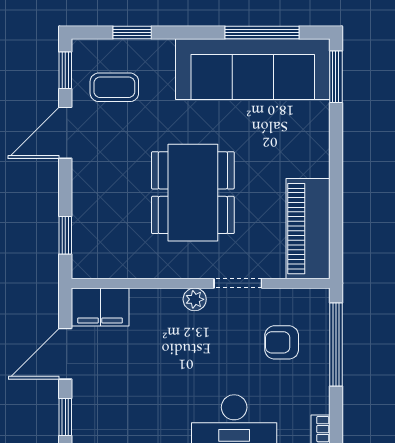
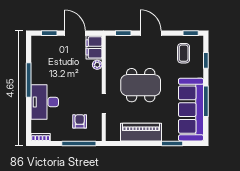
window: (262, 32) -> (206, 101), moved
window: (336, 77) -> (172, 143), moved
door: (65, 133) -> (151, 33), moved
piano: (308, 229) -> (141, 132), moved
plant: (195, 299) -> (97, 65), moved

